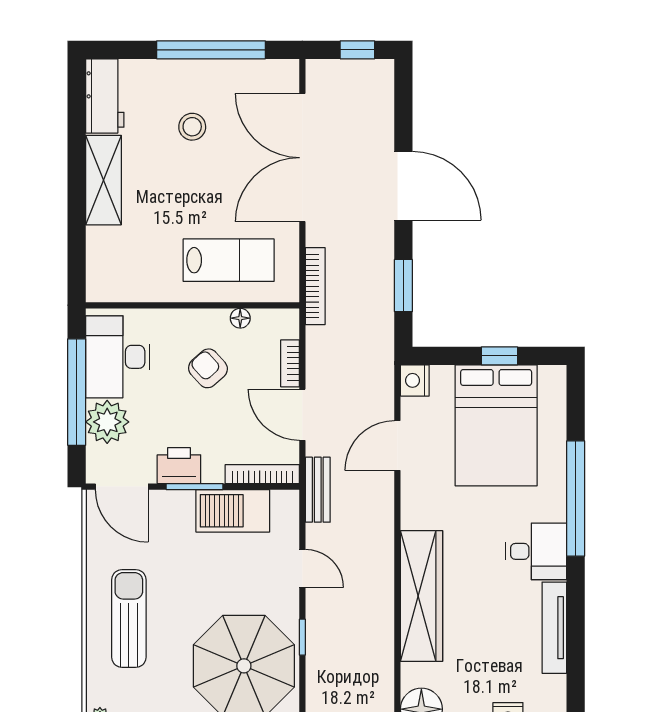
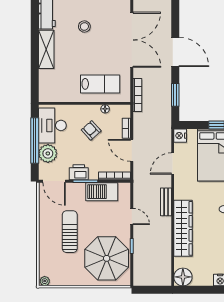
double door: (302, 158) -> (132, 40), swing flipped
bench: (318, 490) -> (166, 202), moved
sun lounger: (129, 619) -> (70, 232), moved

